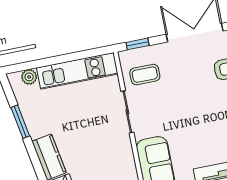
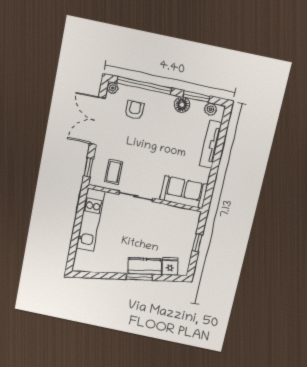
plant: (29, 77) -> (81, 256), removed
window: (20, 122) -> (139, 277), moved

